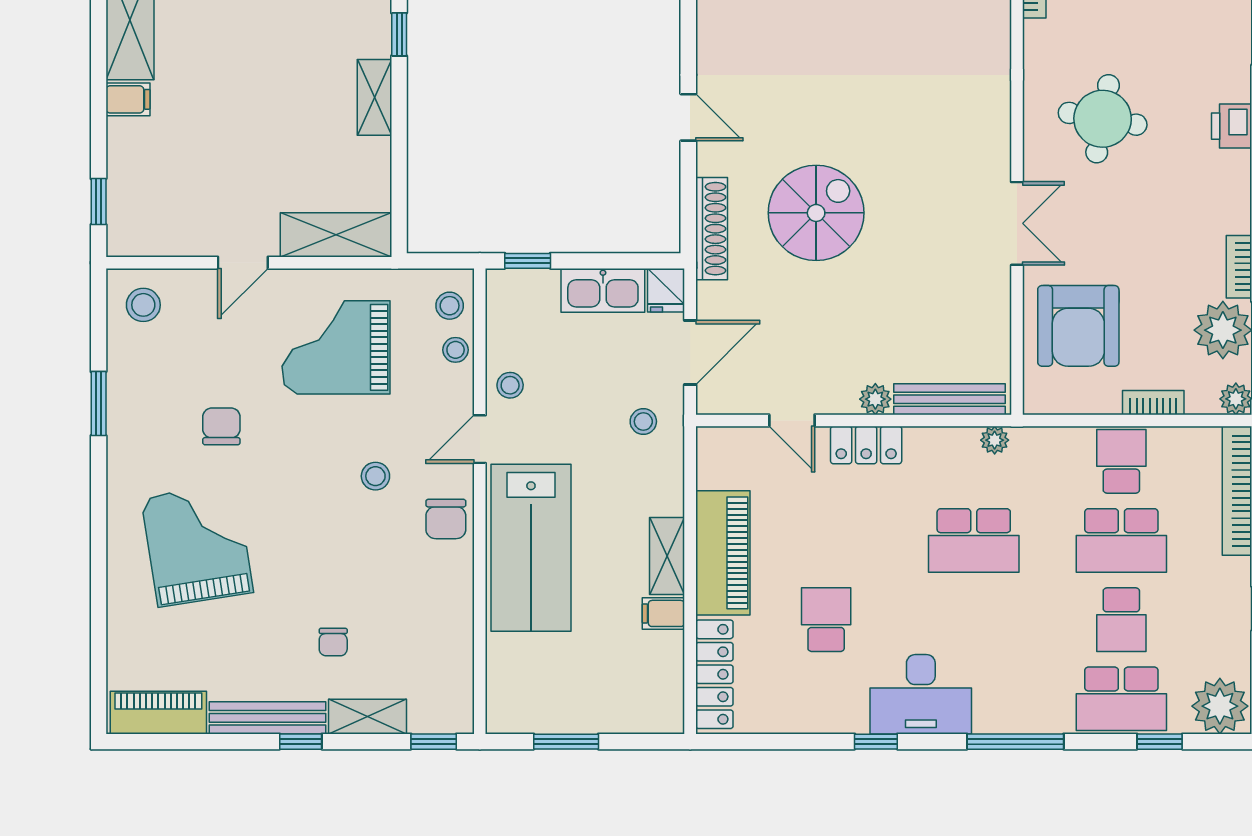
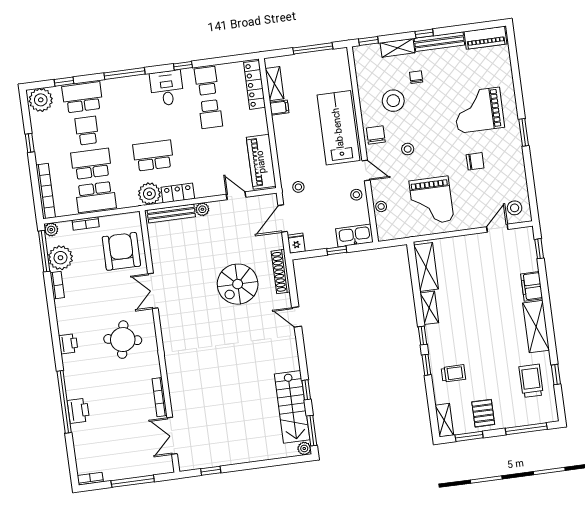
filing cabinet: (128, 99) -> (532, 286), width x2.00
shelving: (336, 235) -> (426, 267), moved, turned 90
window: (528, 261) -> (337, 250), moved
door: (243, 263) -> (497, 228), moved
kitchen sink: (603, 290) -> (354, 235), moved
stool: (450, 306) -> (393, 101), moved, width x1.89, depth x1.89
grand piano: (336, 347) -> (431, 201), turned 90
window: (99, 404) -> (524, 132), moved
chair: (221, 426) -> (475, 161), turned -90
door: (480, 439) -> (366, 170), hinge flipped
plant: (995, 440) -> (149, 194), width x1.87, depth x1.87
locker: (866, 445) -> (178, 193), moved
school desk: (1121, 461) -> (96, 197), width x1.85
grand piano: (197, 545) -> (479, 110), turned 99
piano: (723, 553) -> (261, 162), moved
shelving: (667, 556) -> (274, 84), moved
desk: (921, 694) -> (167, 88), width x0.73
school desk: (826, 699) -> (206, 81), added
window: (566, 742) -> (313, 48), width x1.44

